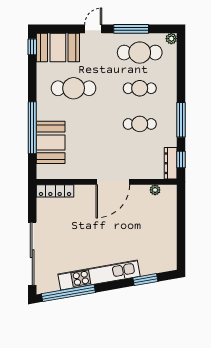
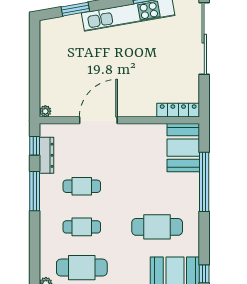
booth: (51, 142) -> (183, 148), moved
dresser: (171, 163) -> (46, 155), moved
door: (113, 182) -> (98, 120), moved
plant: (155, 190) -> (45, 111), moved

